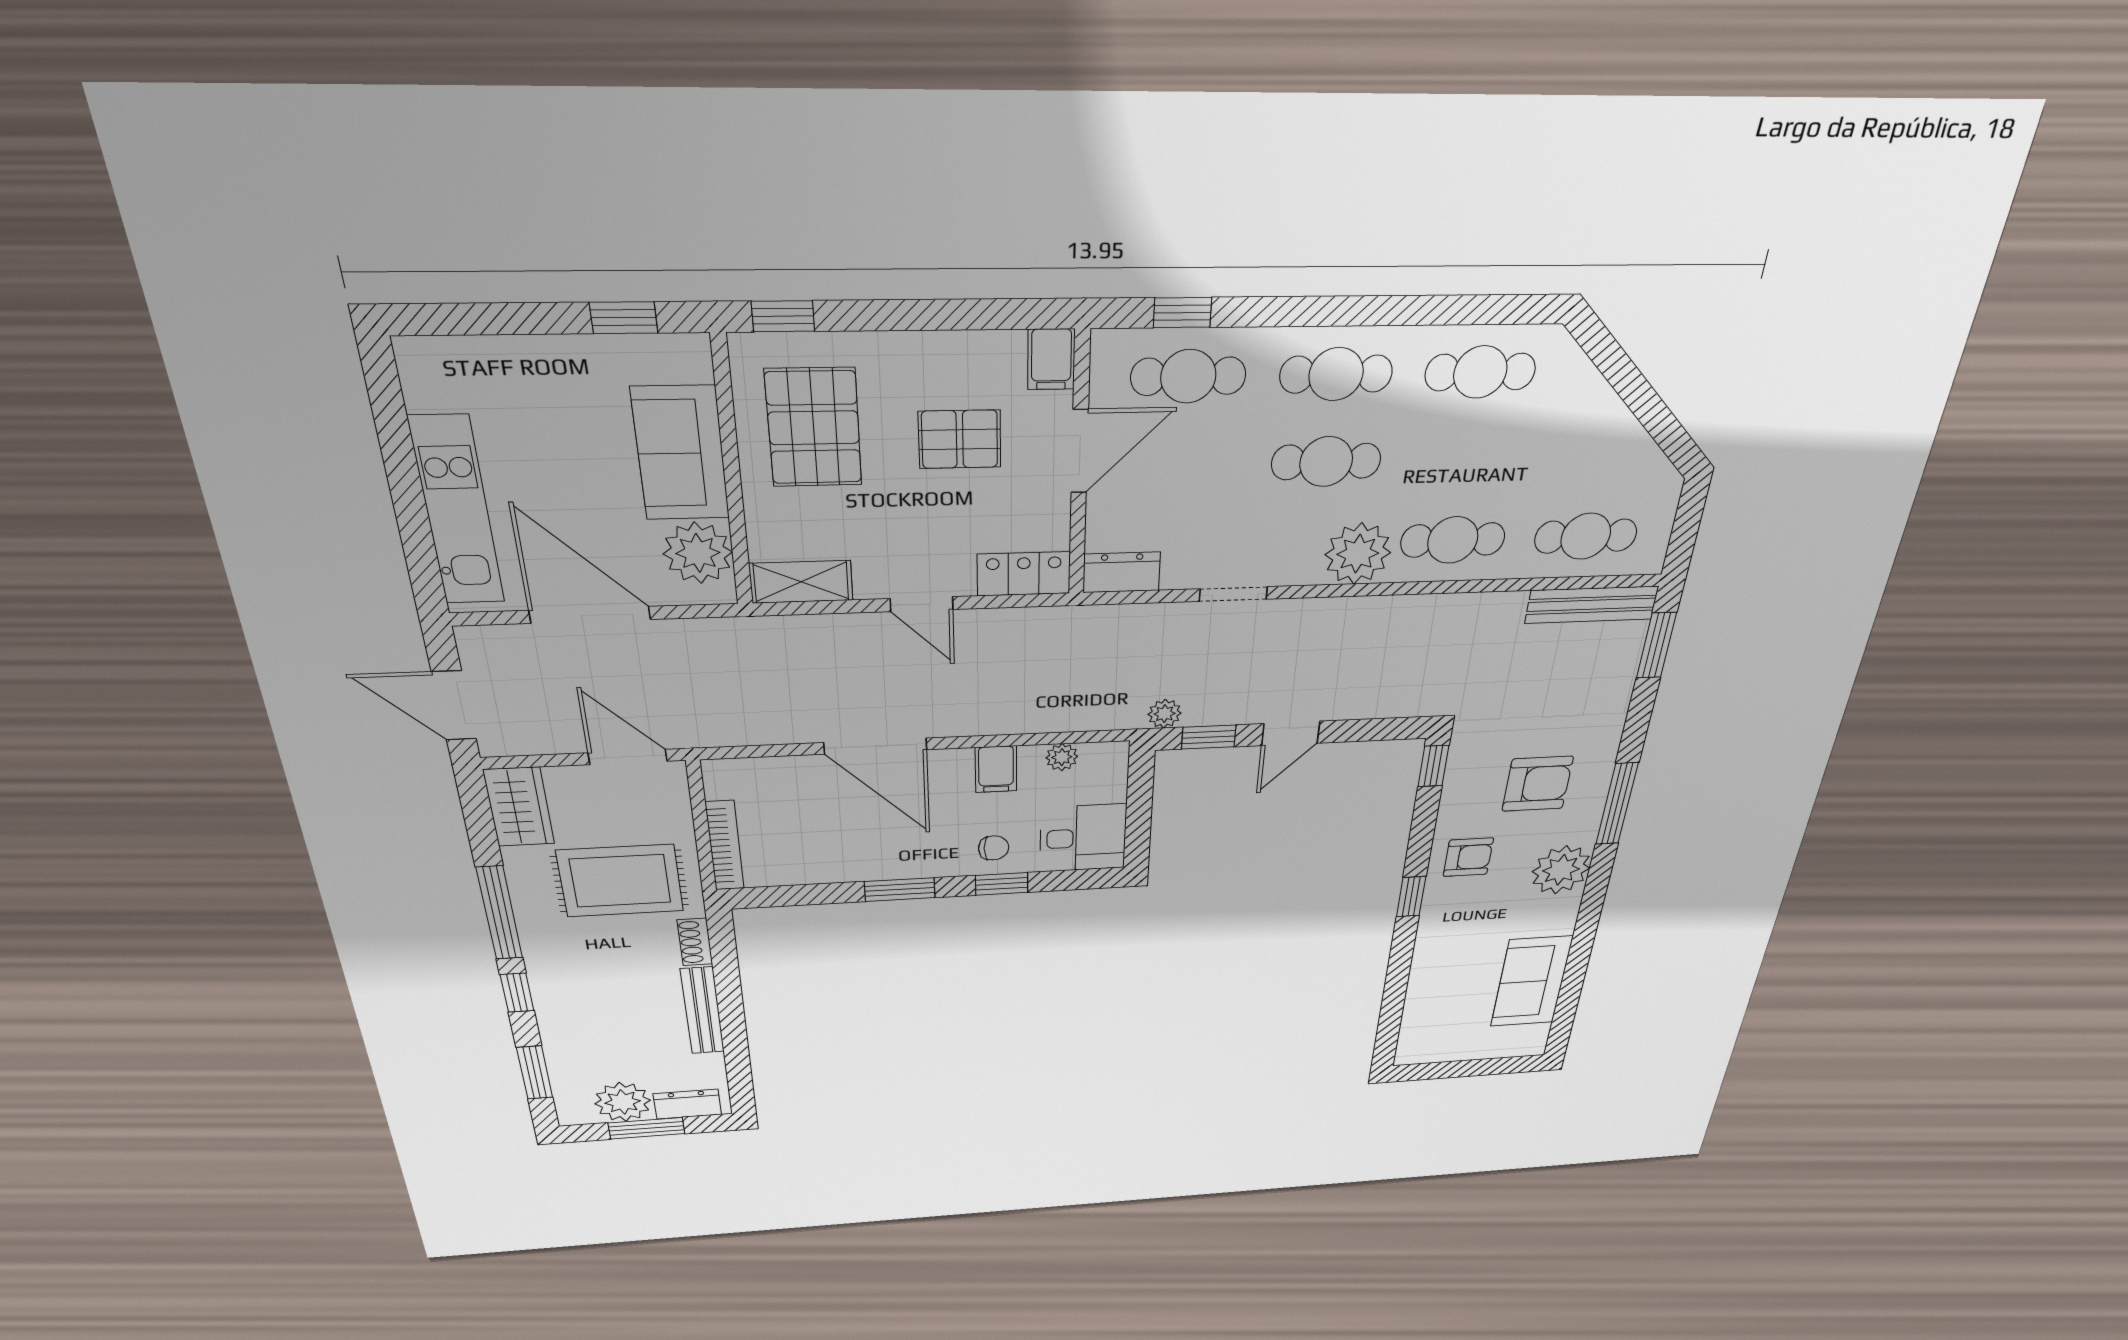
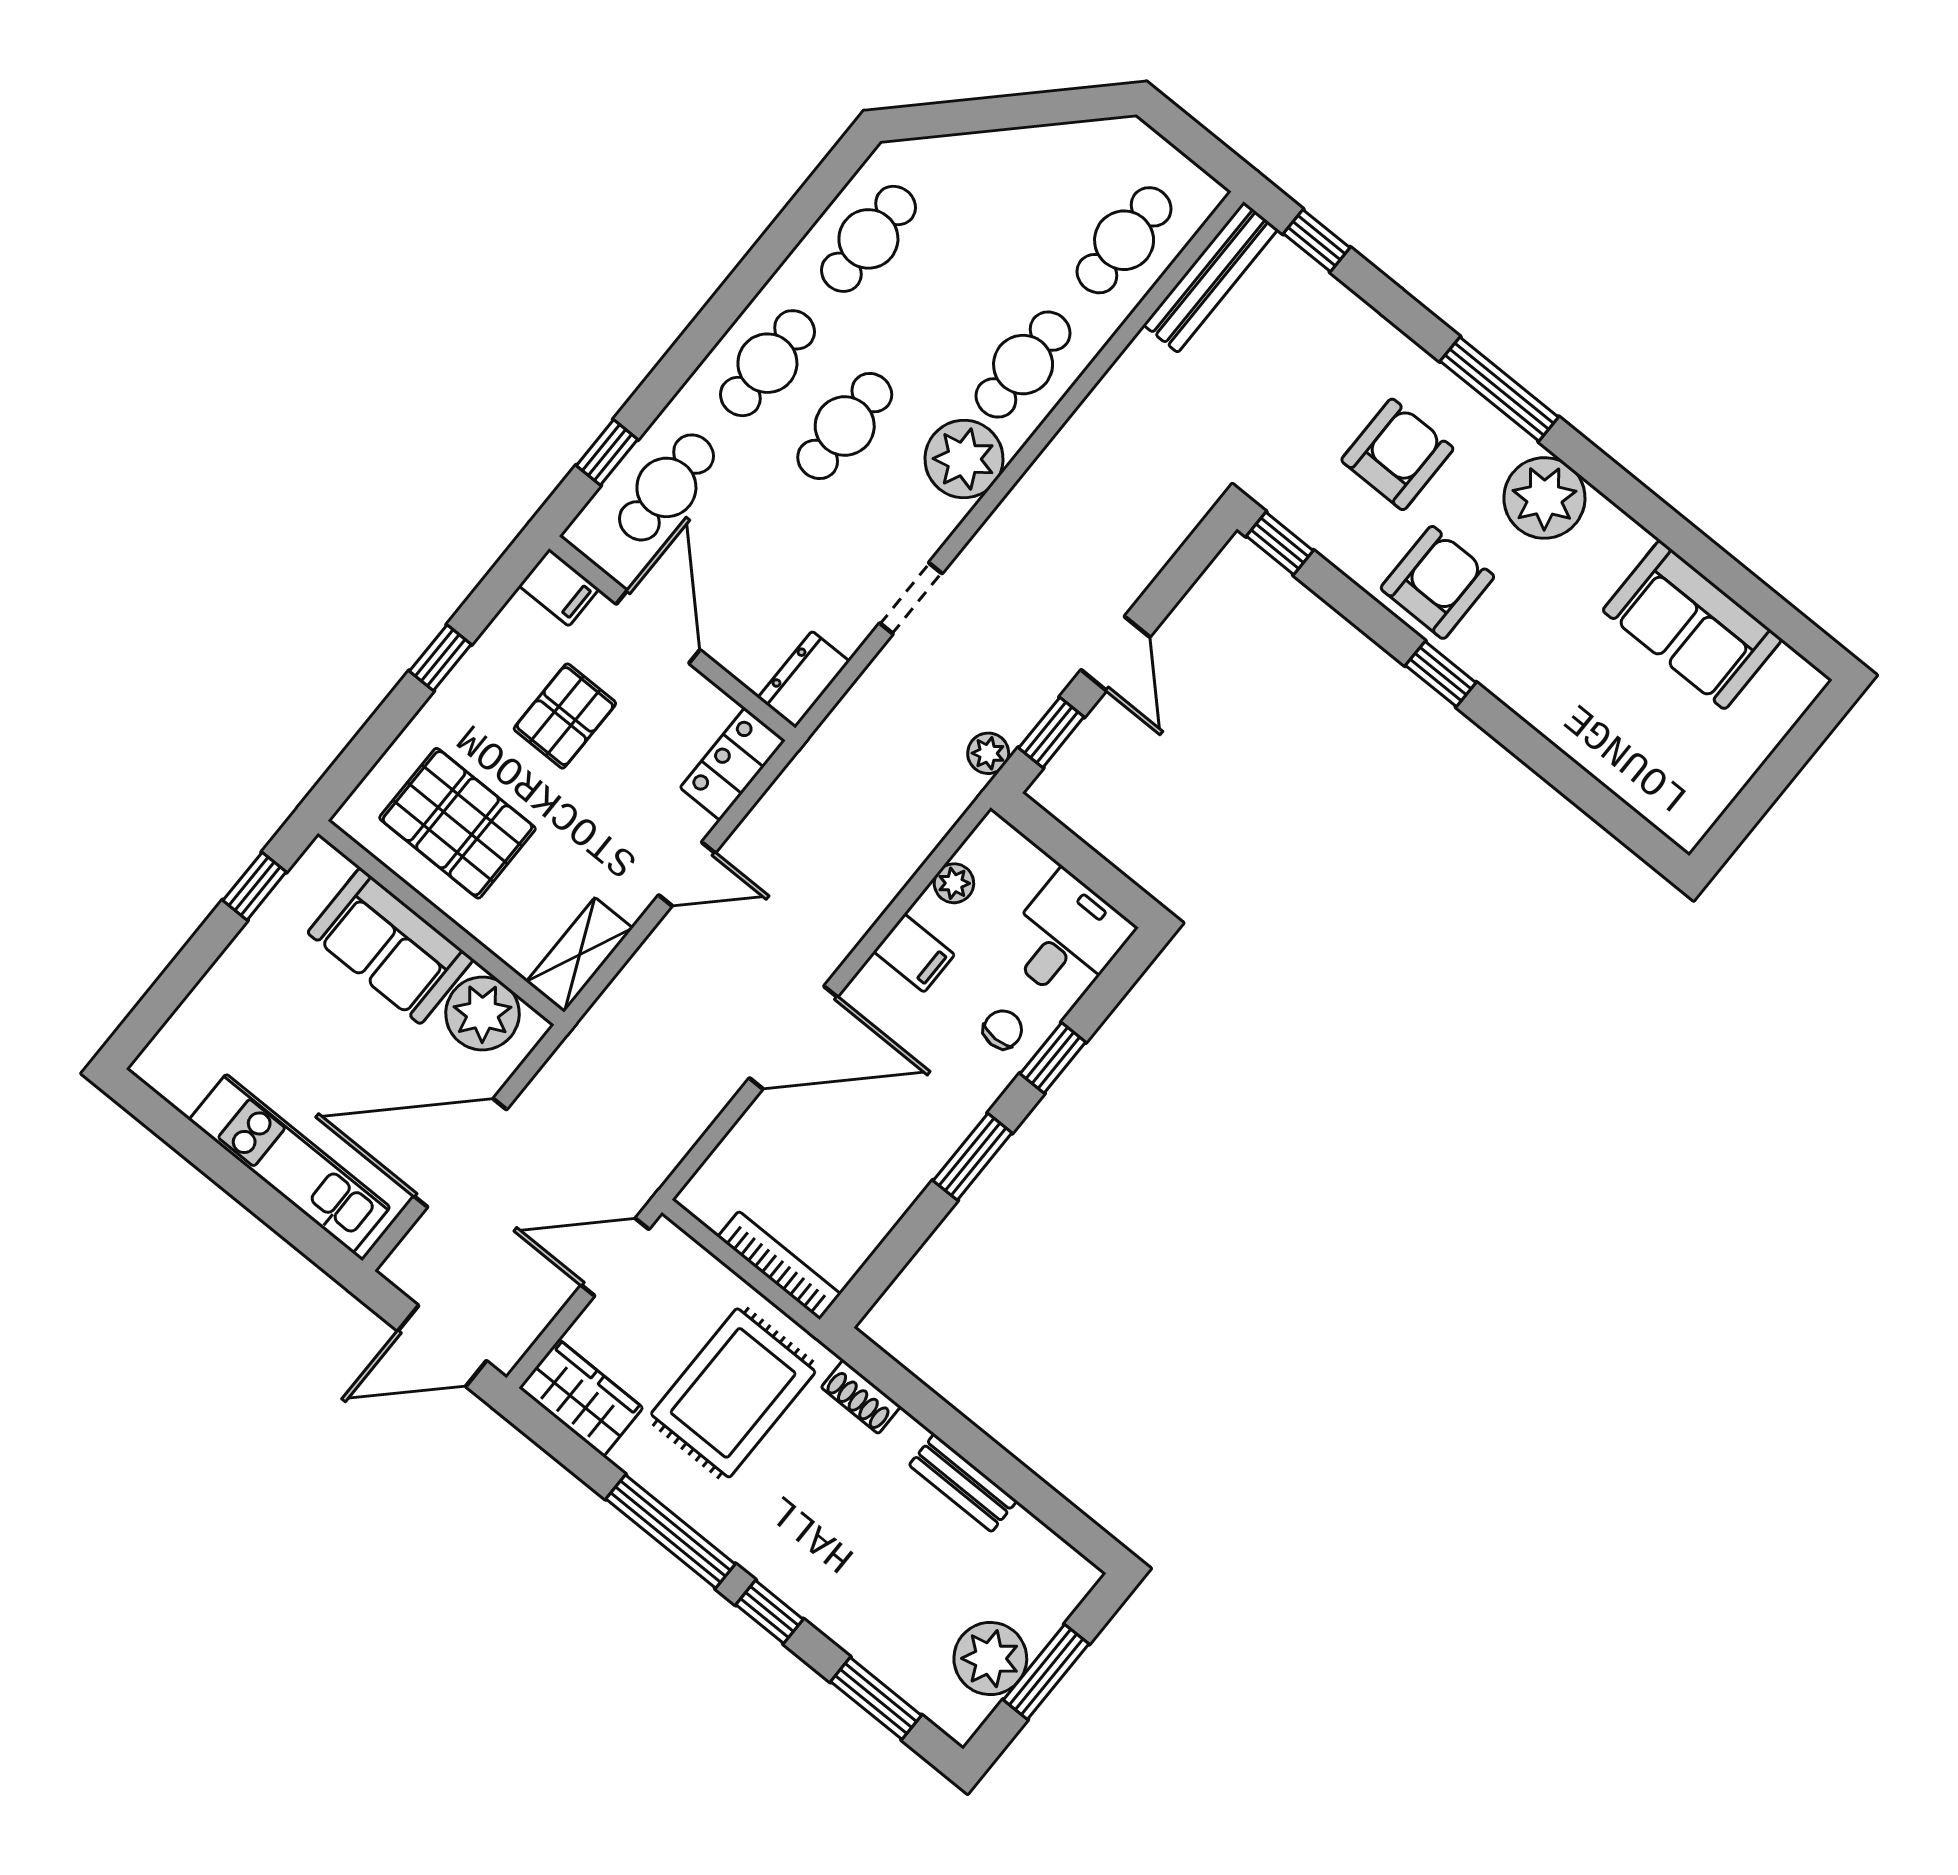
window: (783, 316) -> (440, 658), moved
window: (1656, 645) -> (1317, 241), width x0.67
armchair: (1468, 857) -> (1437, 582), width x1.38, depth x1.38
bench: (702, 1011) -> (963, 1483), width x0.73
dresser: (687, 1104) -> (1052, 1602), removed

